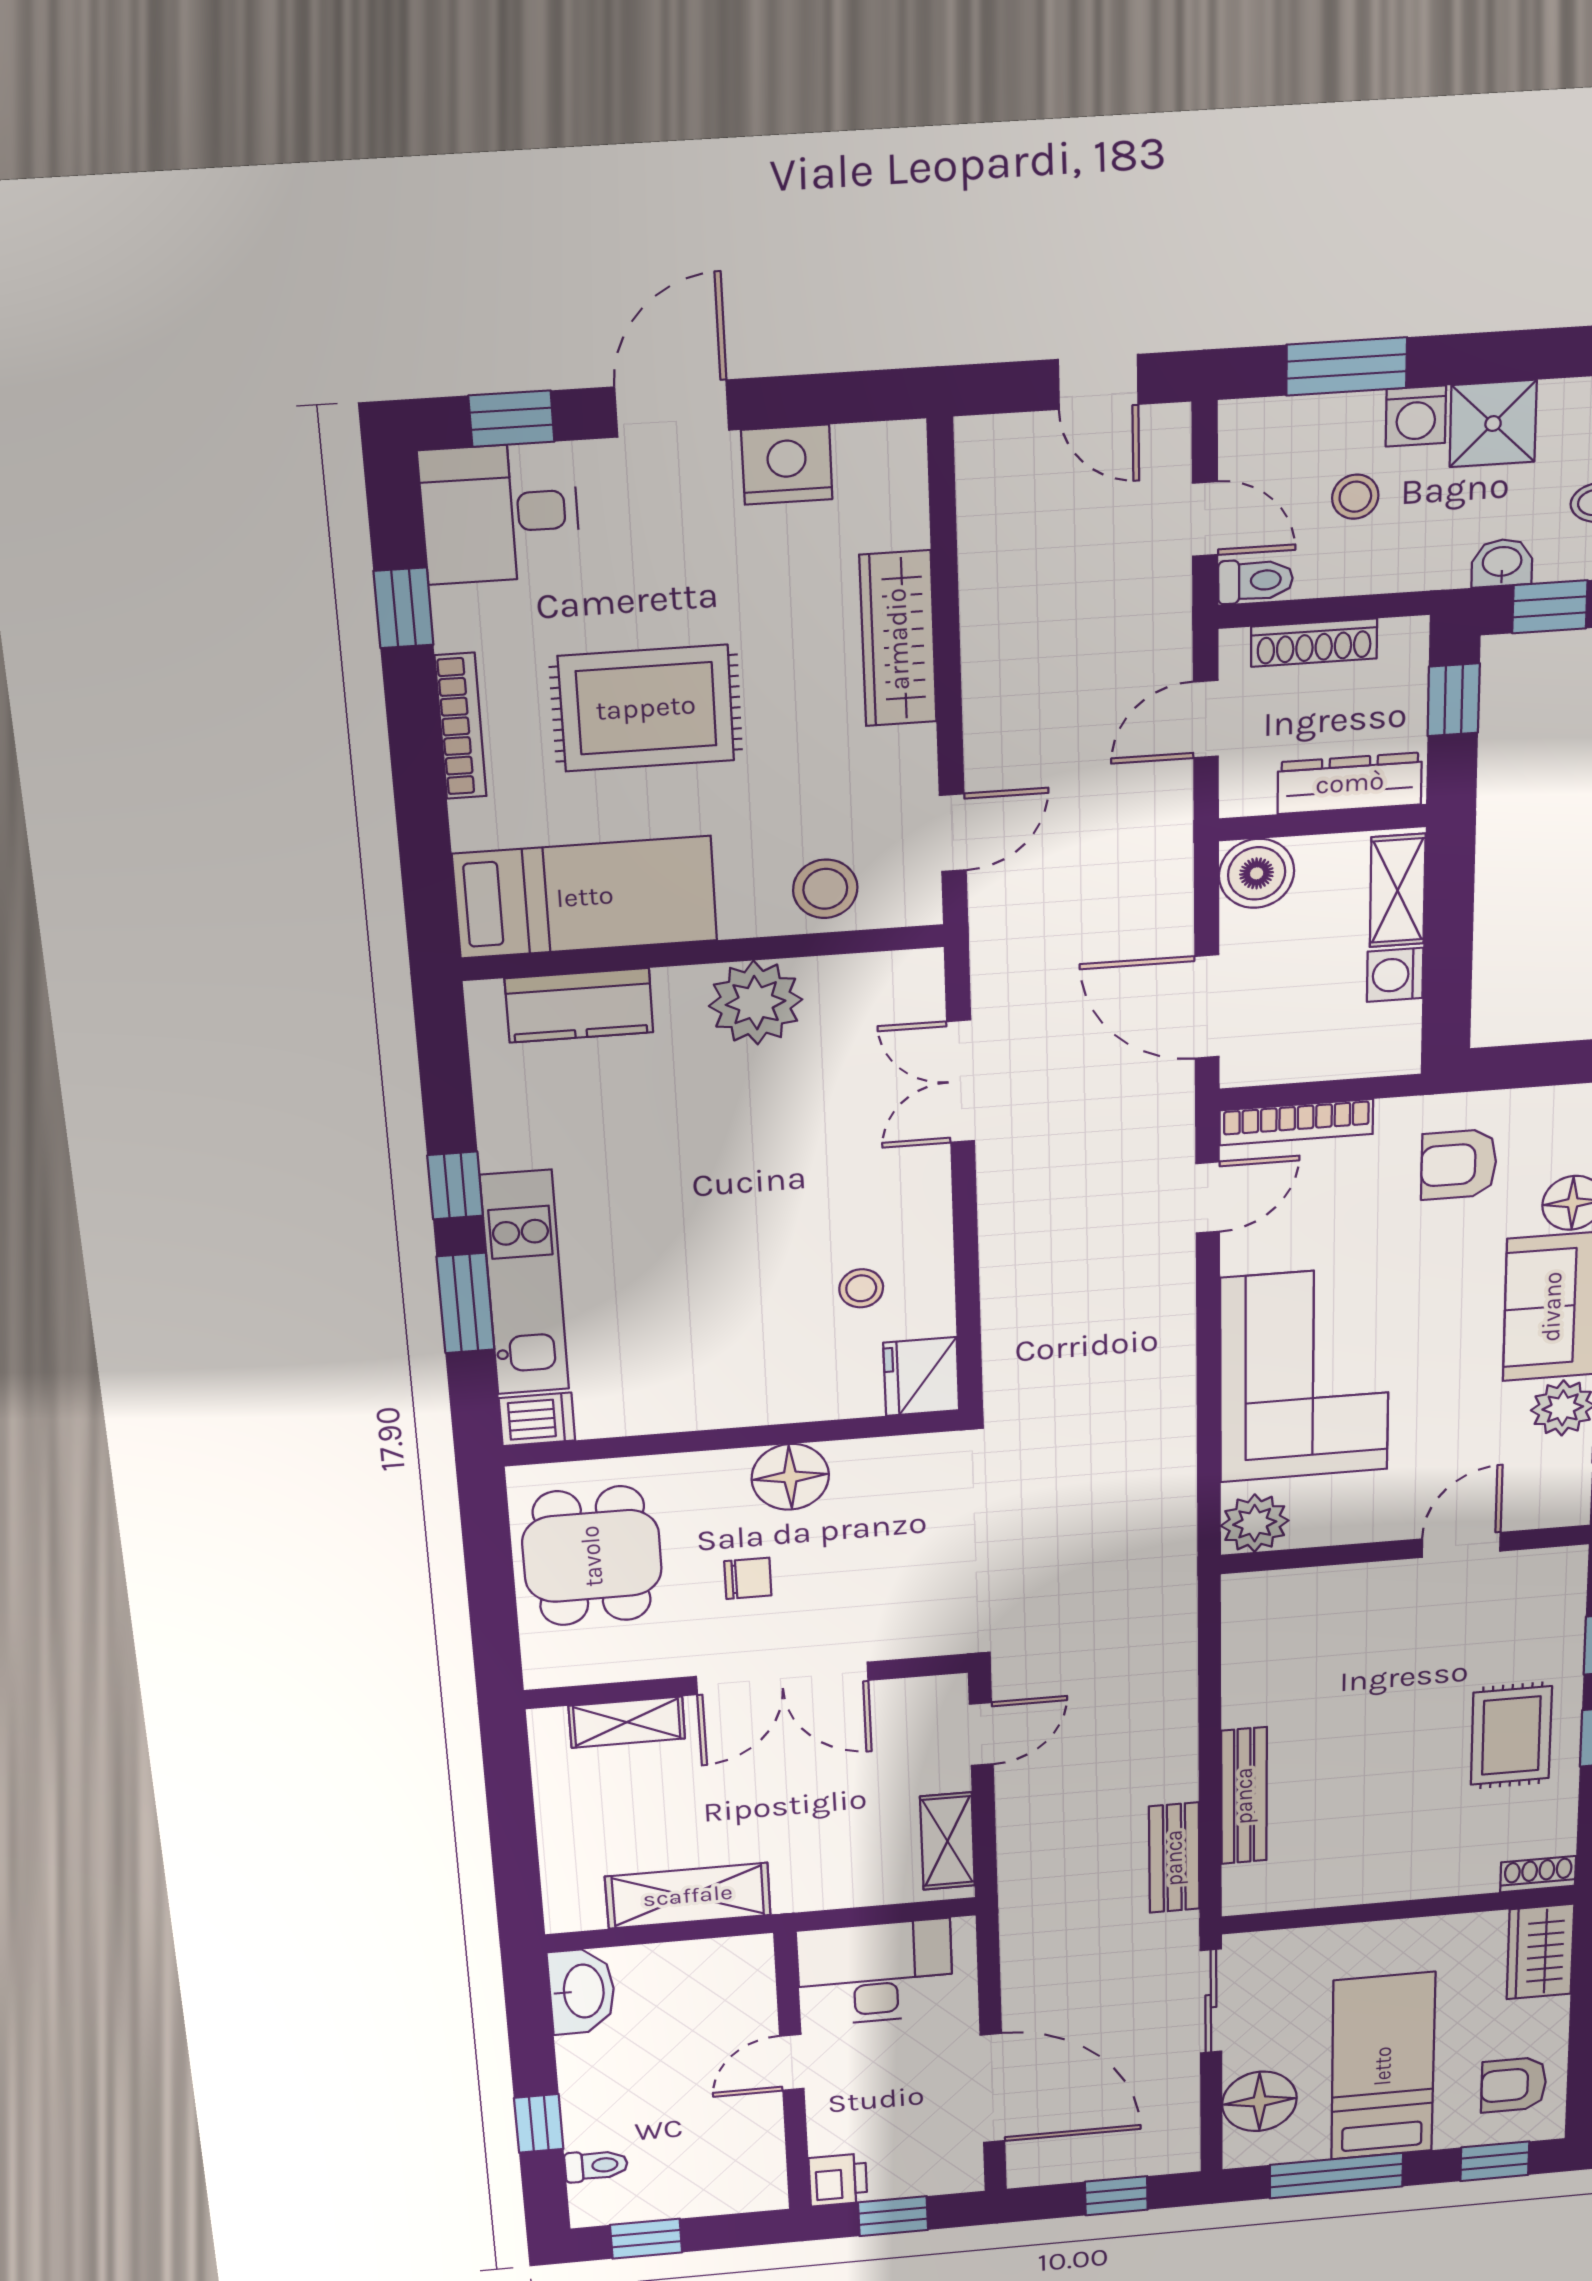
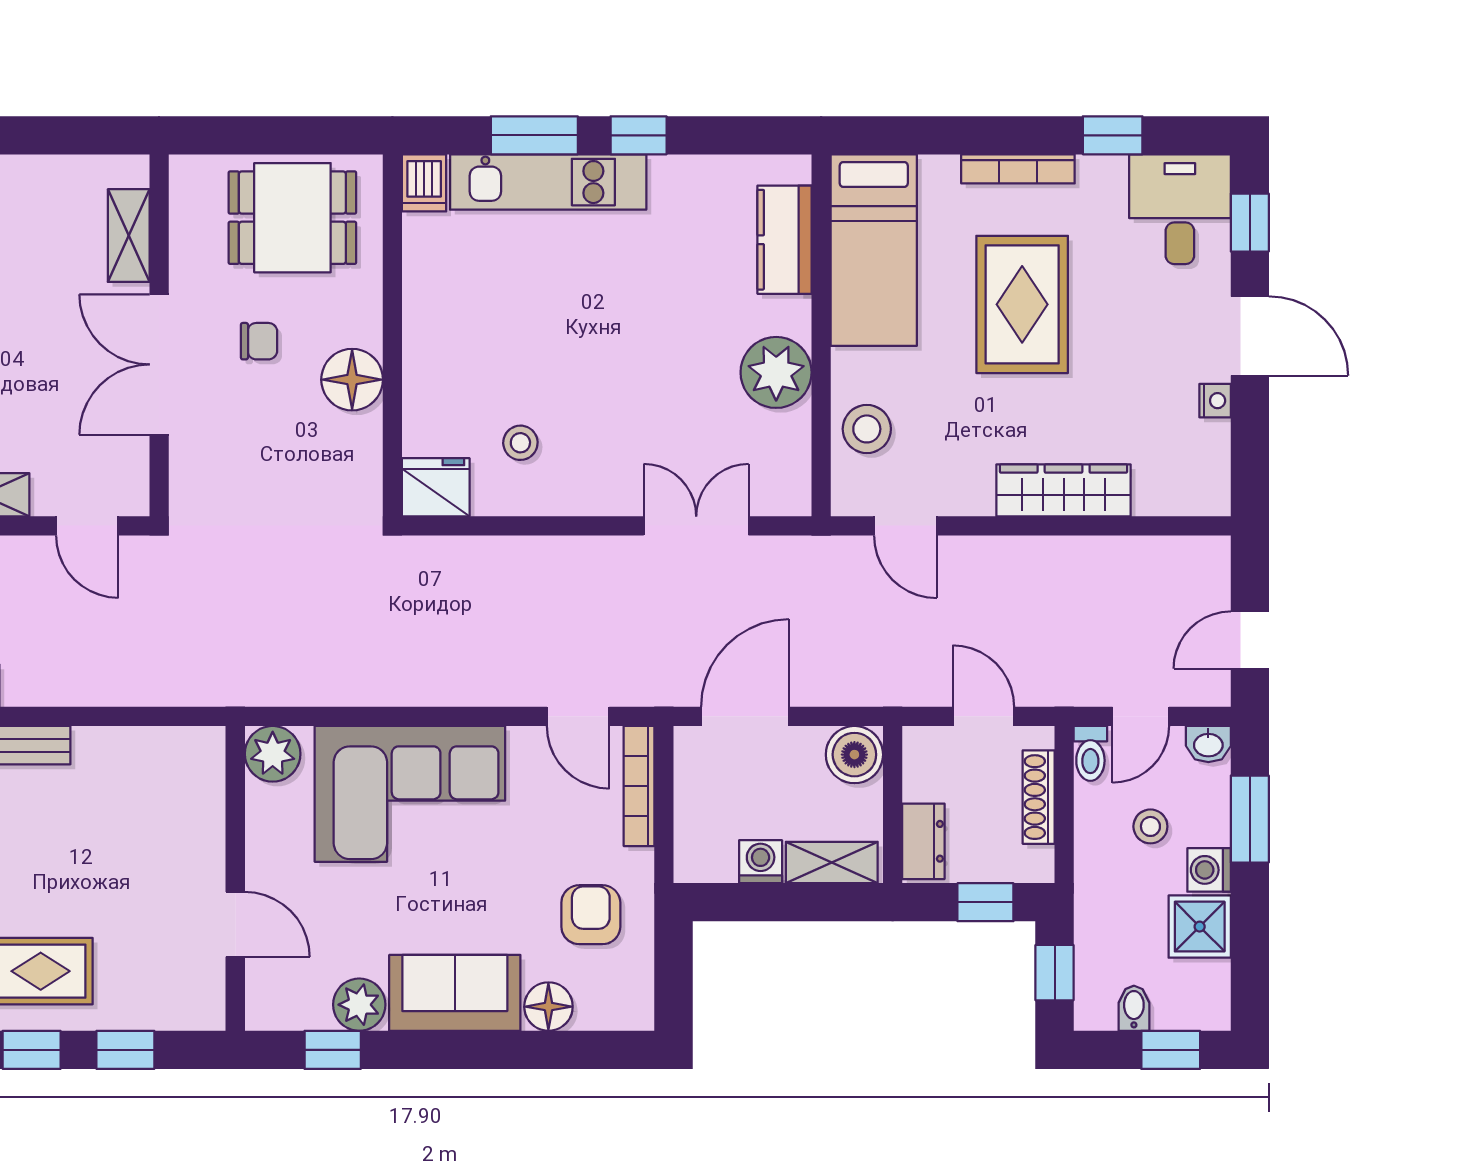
nightstand: (787, 465) -> (1215, 401), width x0.53, depth x0.56
washbasin: (1502, 563) -> (1208, 744), moved, turned 90
dresser: (1350, 783) -> (923, 841), width x0.70
chair: (748, 1578) -> (259, 341), turned -90

